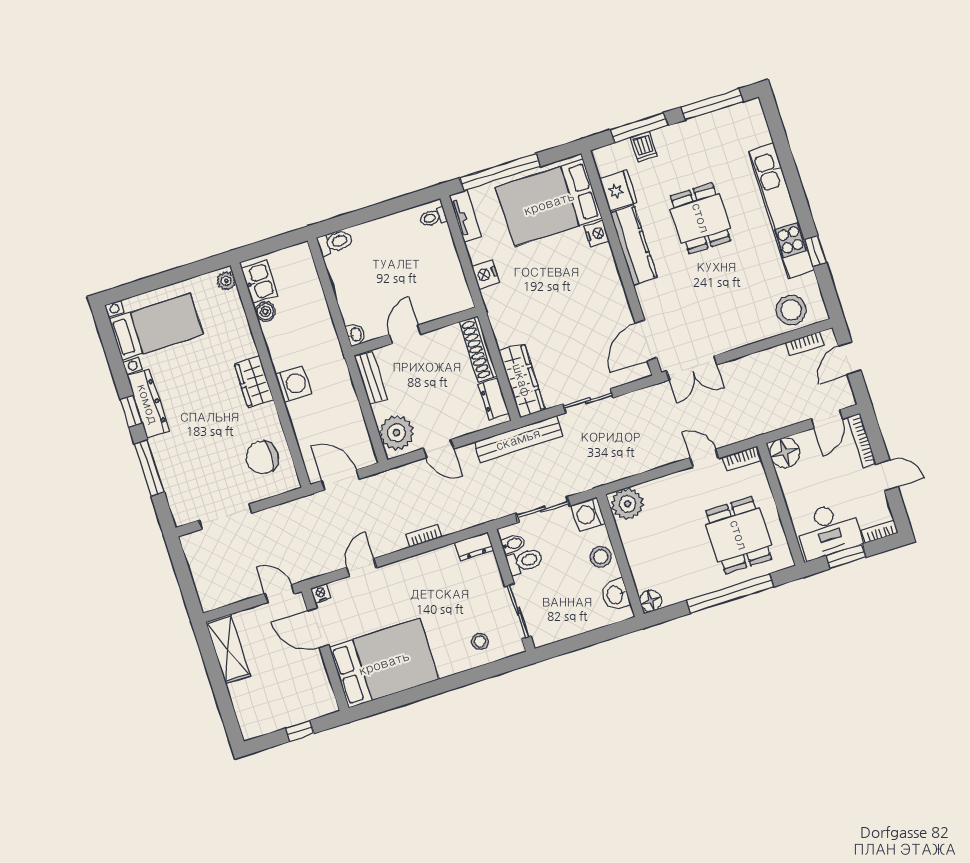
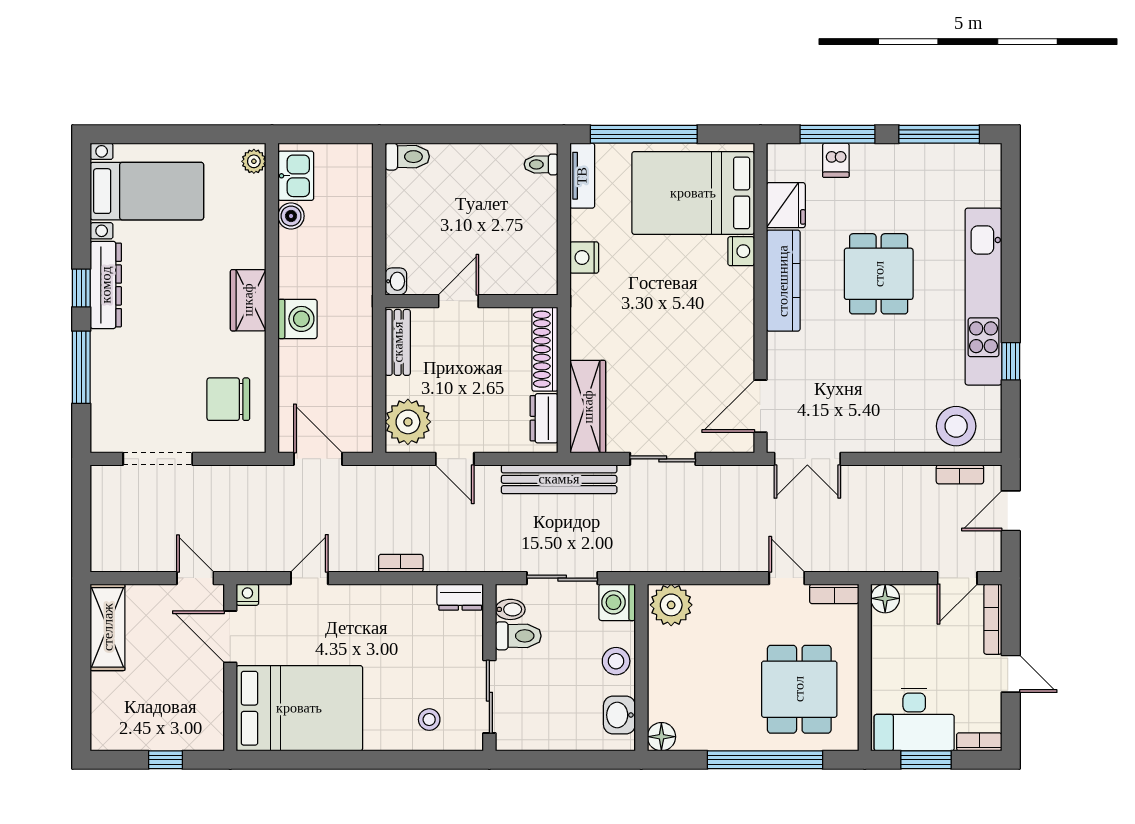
floor lamp: (785, 453) -> (885, 598), width x0.73, depth x0.73

